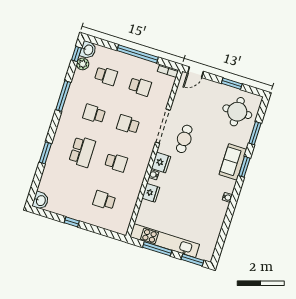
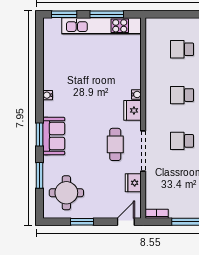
school desk: (140, 87) -> (182, 187), removed
school desk: (128, 124) -> (182, 141), turned 180
fridge: (151, 193) -> (133, 183), moved
school desk: (104, 200) -> (182, 49), turned 180

